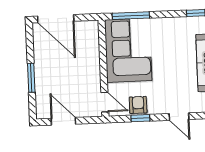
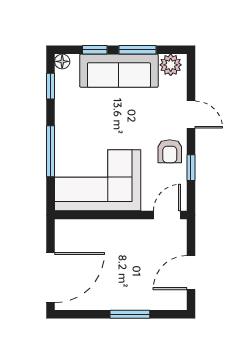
window: (131, 16) -> (51, 151), moved
armchair: (138, 105) -> (170, 151), moved, turned -90
door: (179, 117) -> (191, 115), hinge flipped

